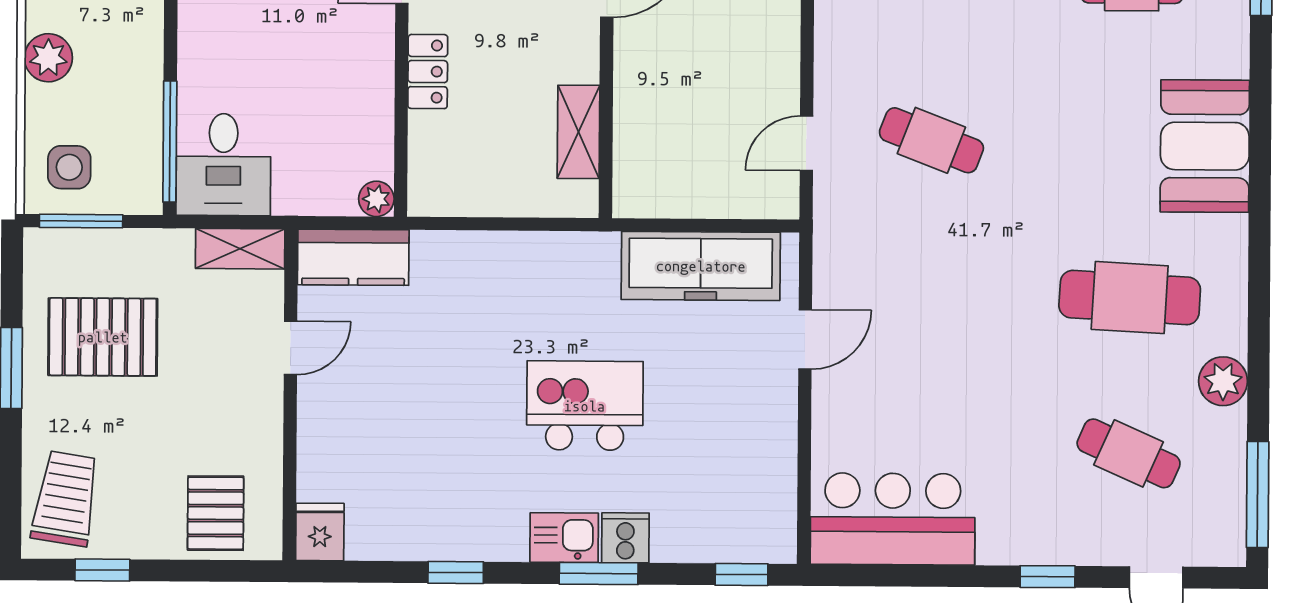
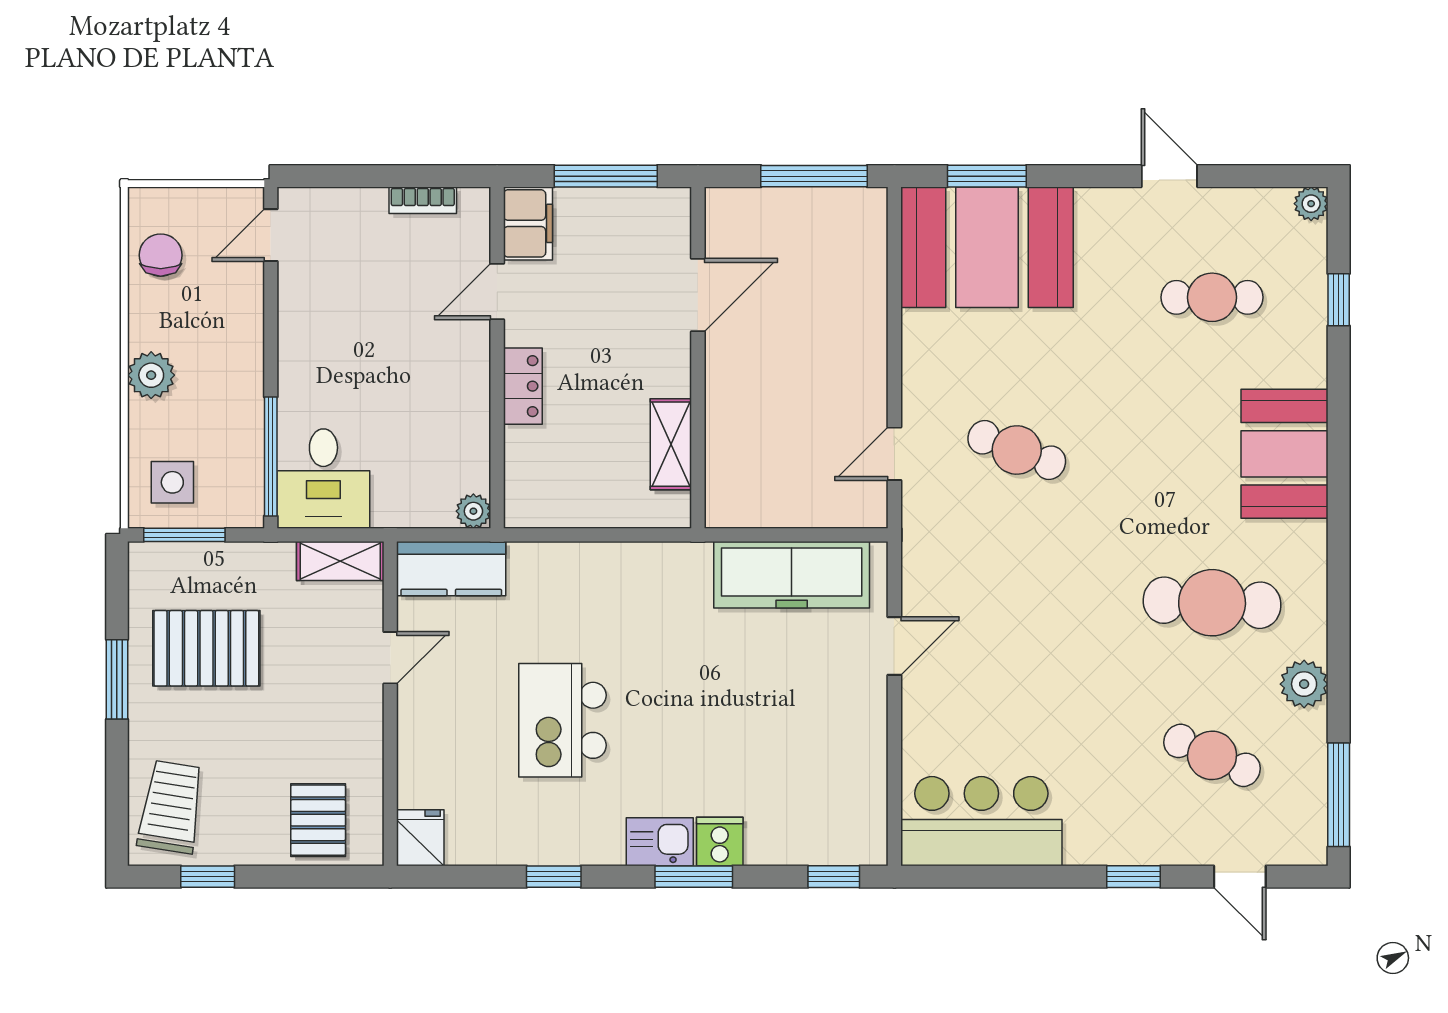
kitchen island: (585, 406) -> (563, 720), moved, turned -90

